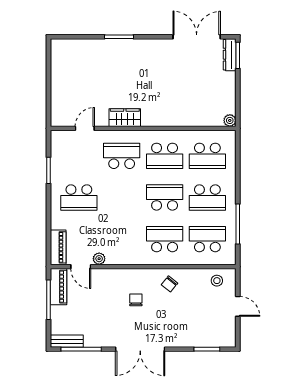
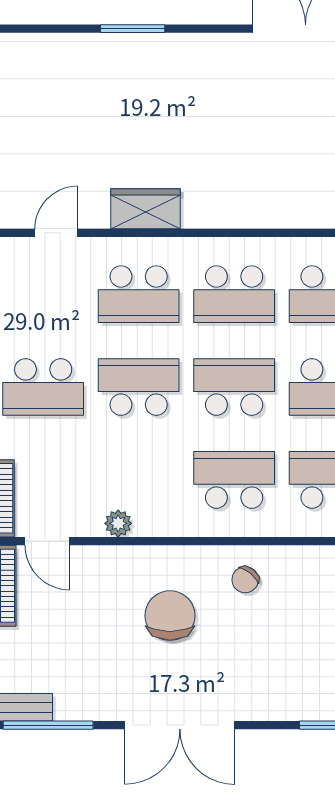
school desk: (122, 156) -> (139, 294), turned 180
school desk: (122, 197) -> (139, 387), added
plant: (99, 259) -> (118, 523), moved
chair: (136, 300) -> (170, 616), width x1.87, depth x1.87

